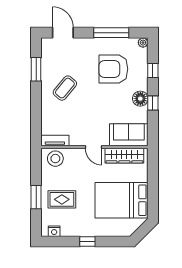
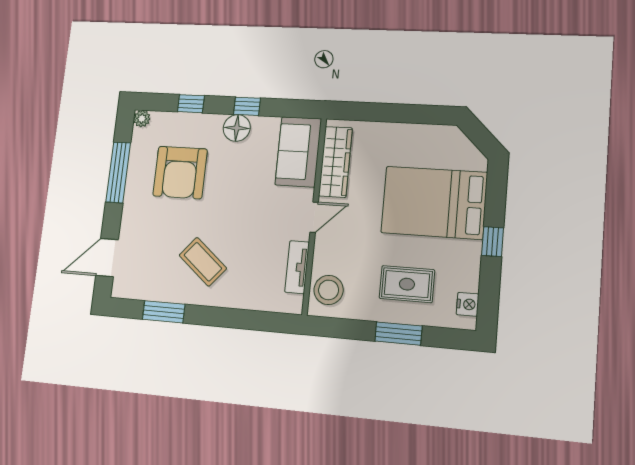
tv unit: (55, 140) -> (297, 267), moved
rug: (62, 199) -> (407, 284), turned 90
bed: (121, 200) -> (434, 203), moved, turned 90

